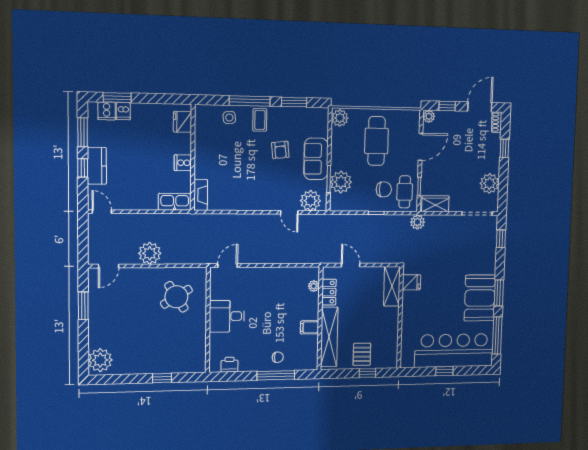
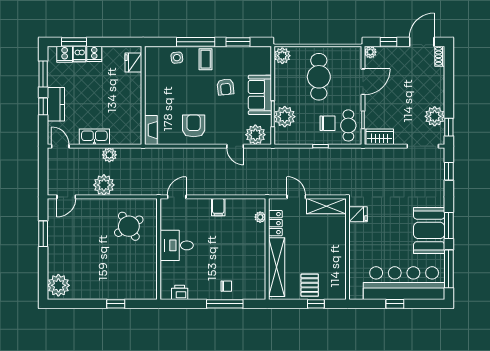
window: (504, 148) -> (449, 127), moved
cooker: (183, 163) -> (94, 54), moved, turned -90
armchair: (246, 191) -> (194, 126), added
kitchen sink: (175, 202) -> (94, 137), moved
plant: (417, 222) -> (109, 155), moved
shelving: (392, 286) -> (326, 206), moved, turned 90
filing cabinet: (310, 327) -> (218, 207), moved, turned -90

